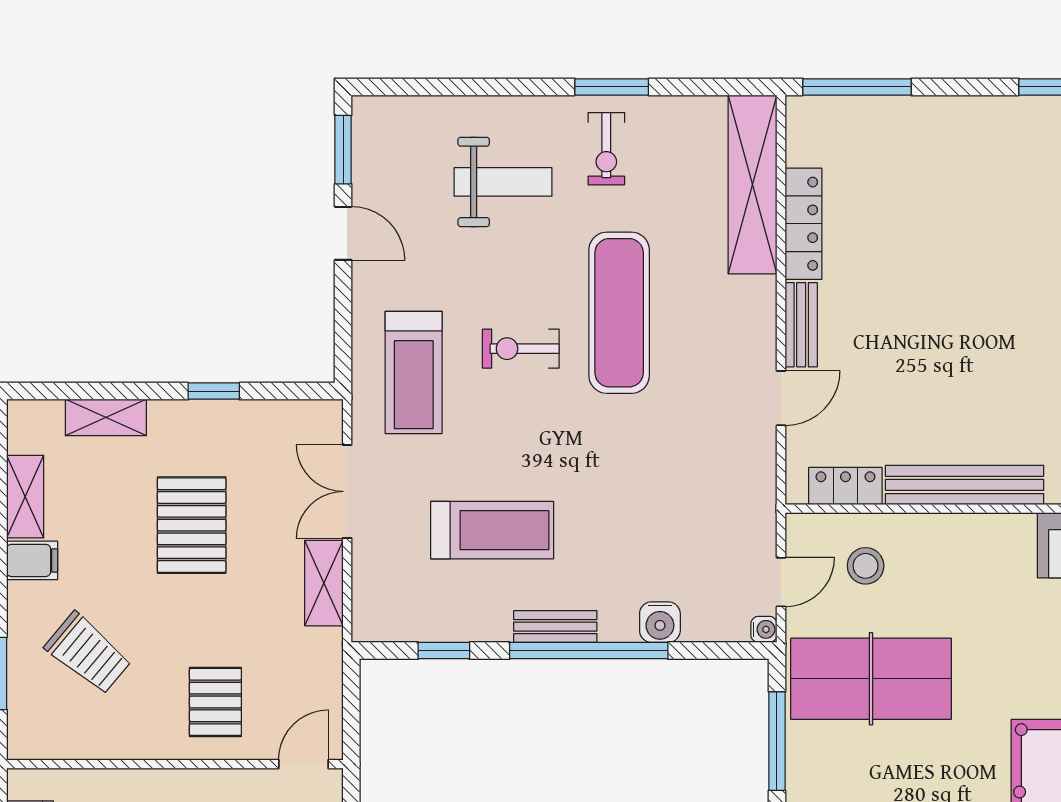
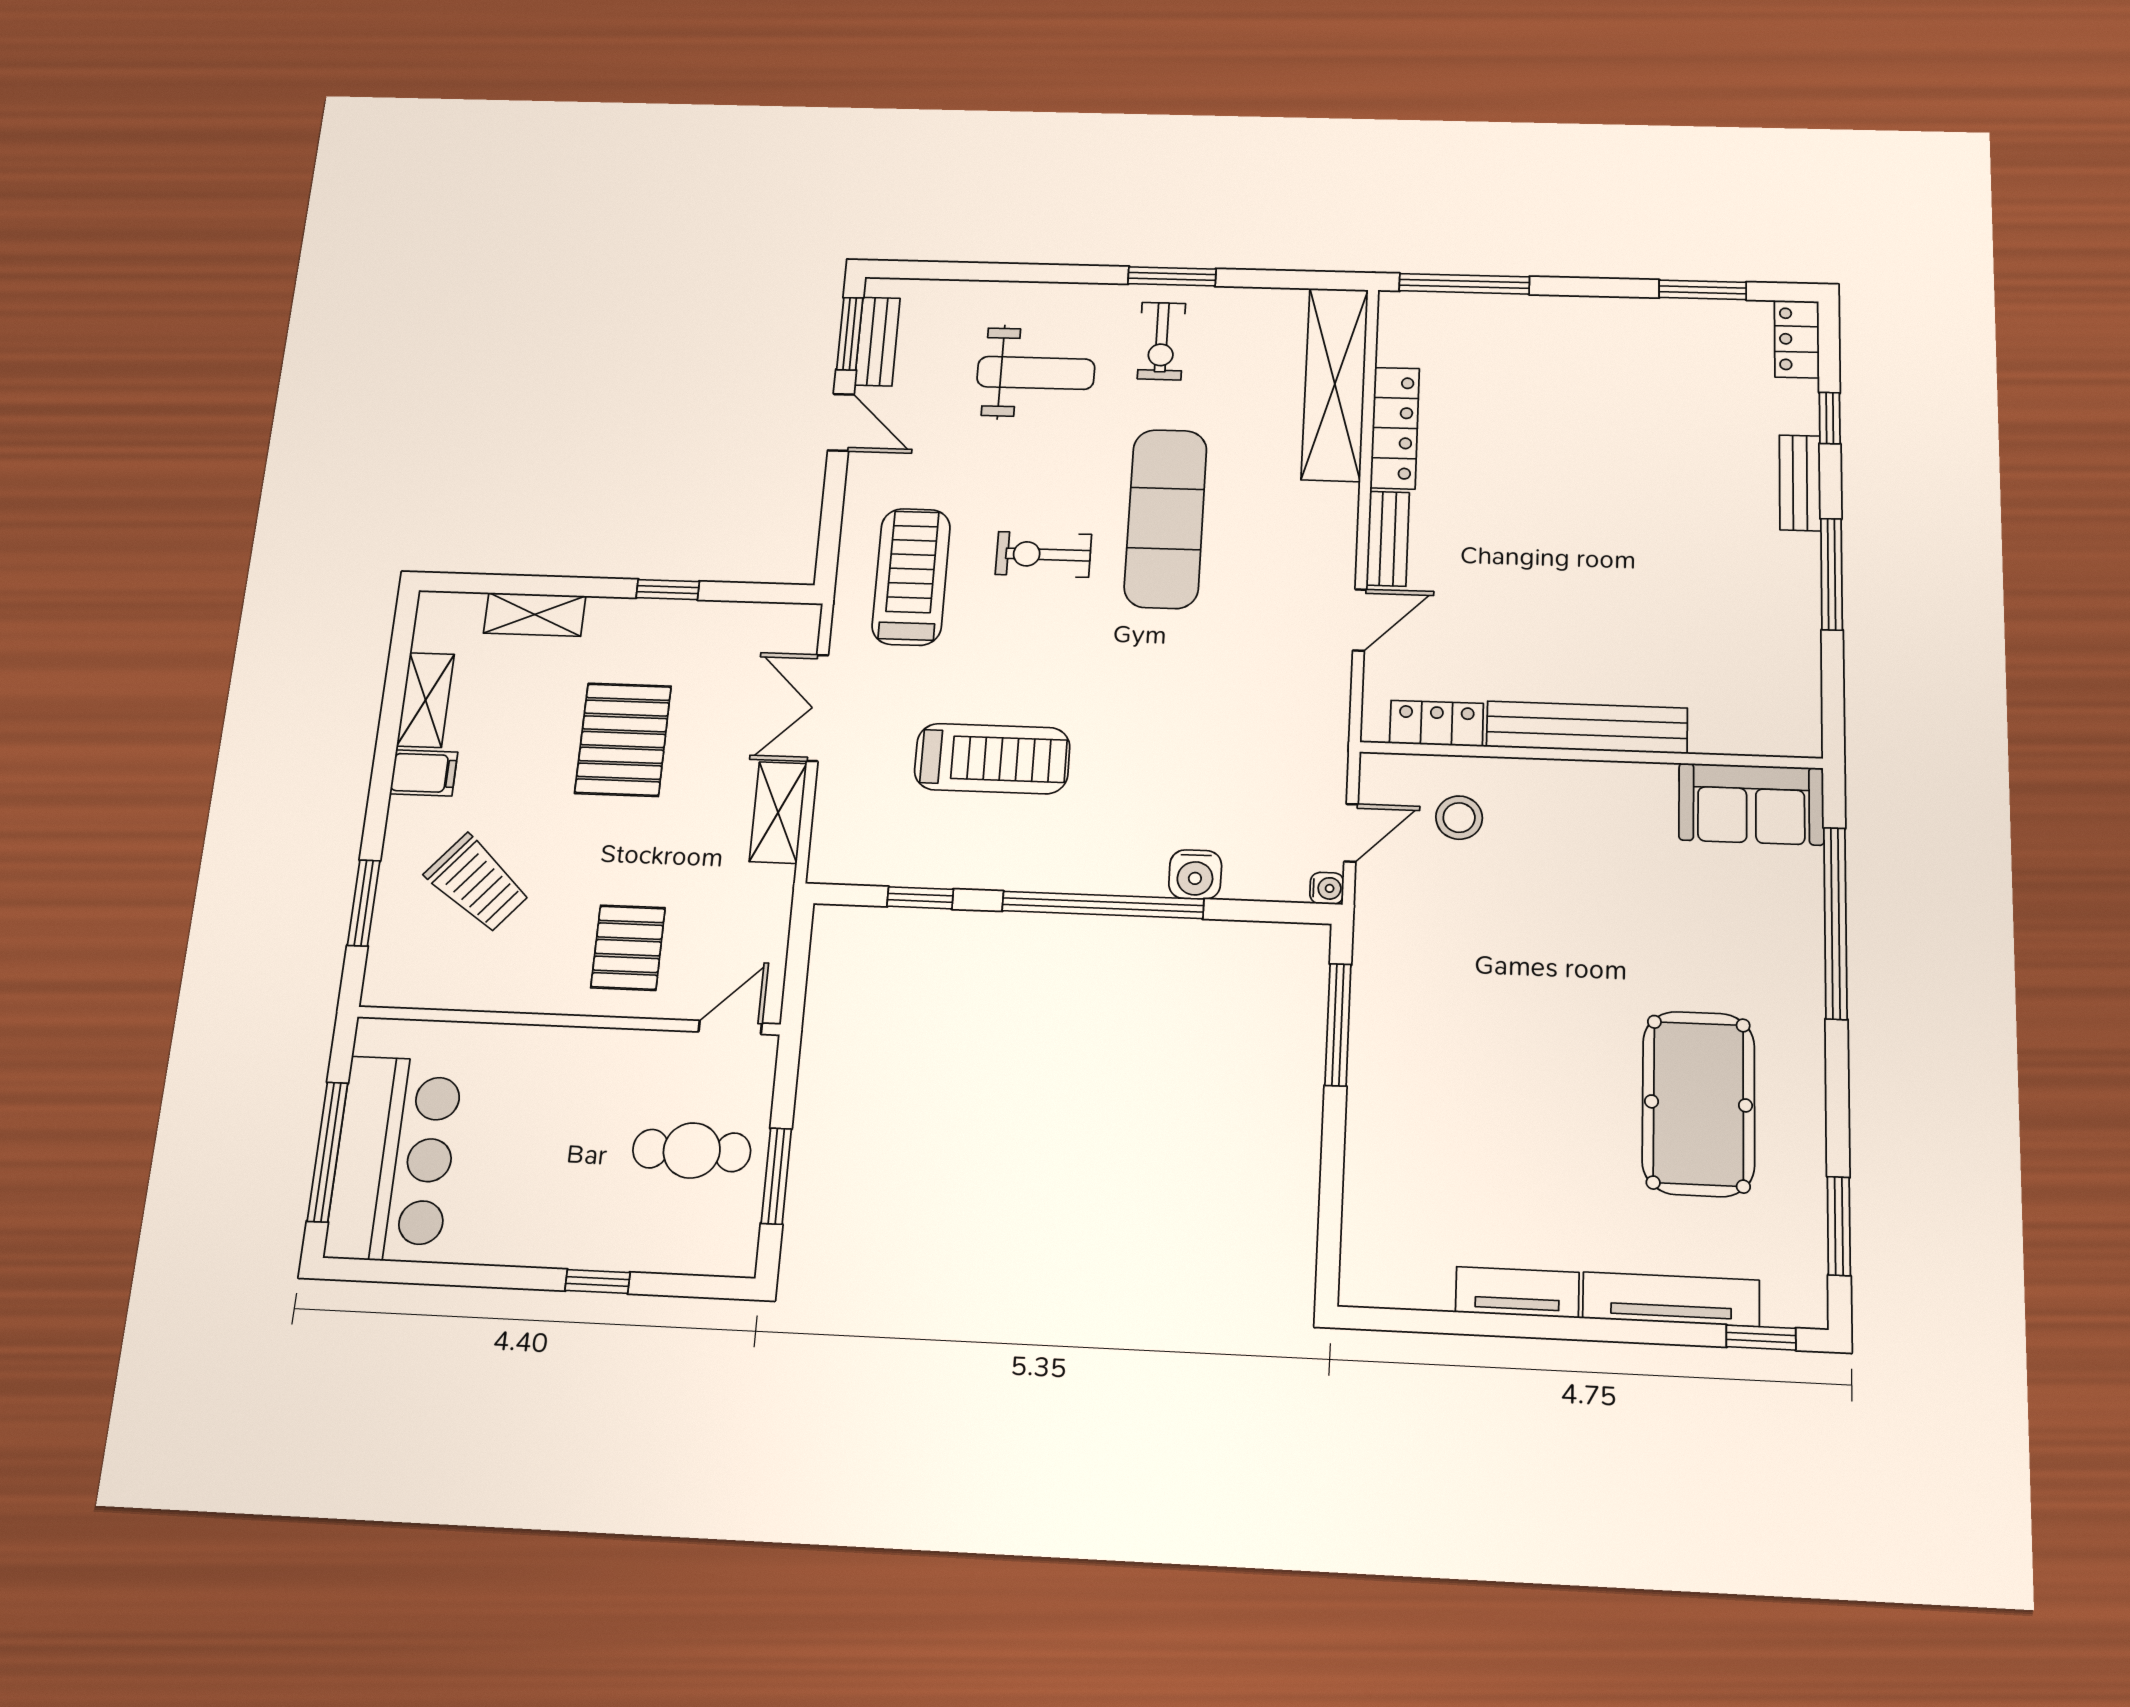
treadmill: (414, 372) -> (911, 577), turned 180
bench: (555, 627) -> (877, 342), moved, turned 90
table tennis table: (871, 679) -> (1462, 953), removed

